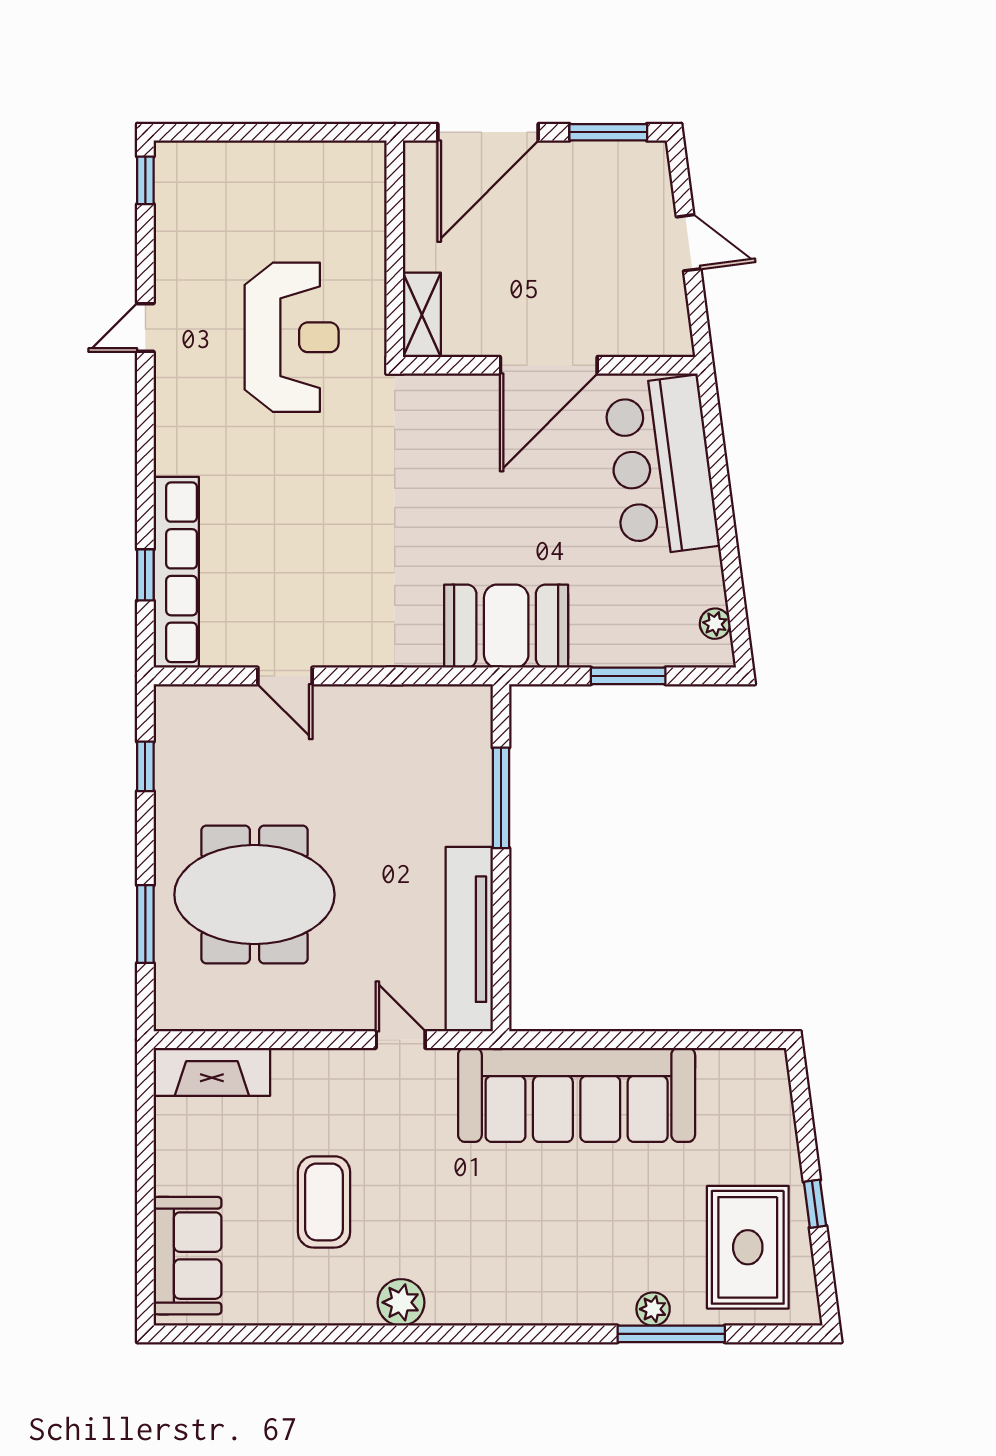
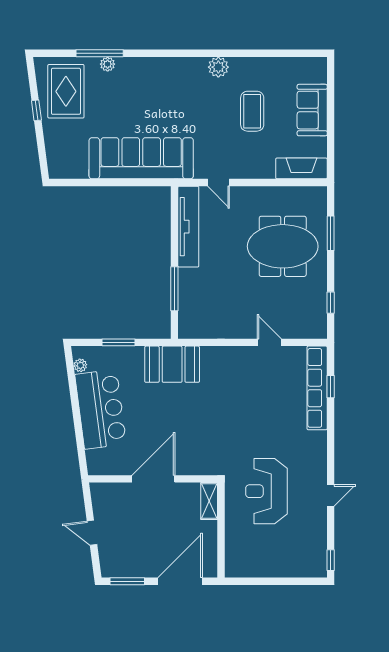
bar counter: (661, 466) -> (101, 409), moved
sofa: (187, 1256) -> (312, 110), moved

